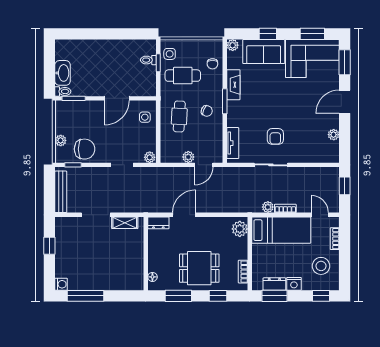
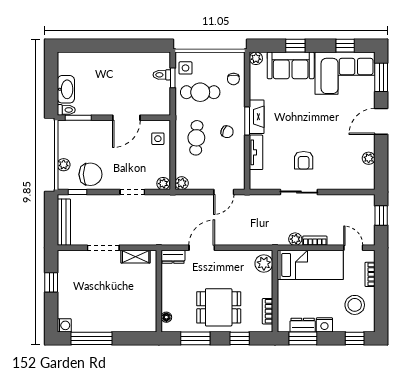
window: (312, 34) -> (345, 46), width x0.67
fireplace: (233, 85) -> (257, 117), moved
tv unit: (233, 143) -> (256, 152), moved
plant: (188, 157) -> (182, 183), moved

